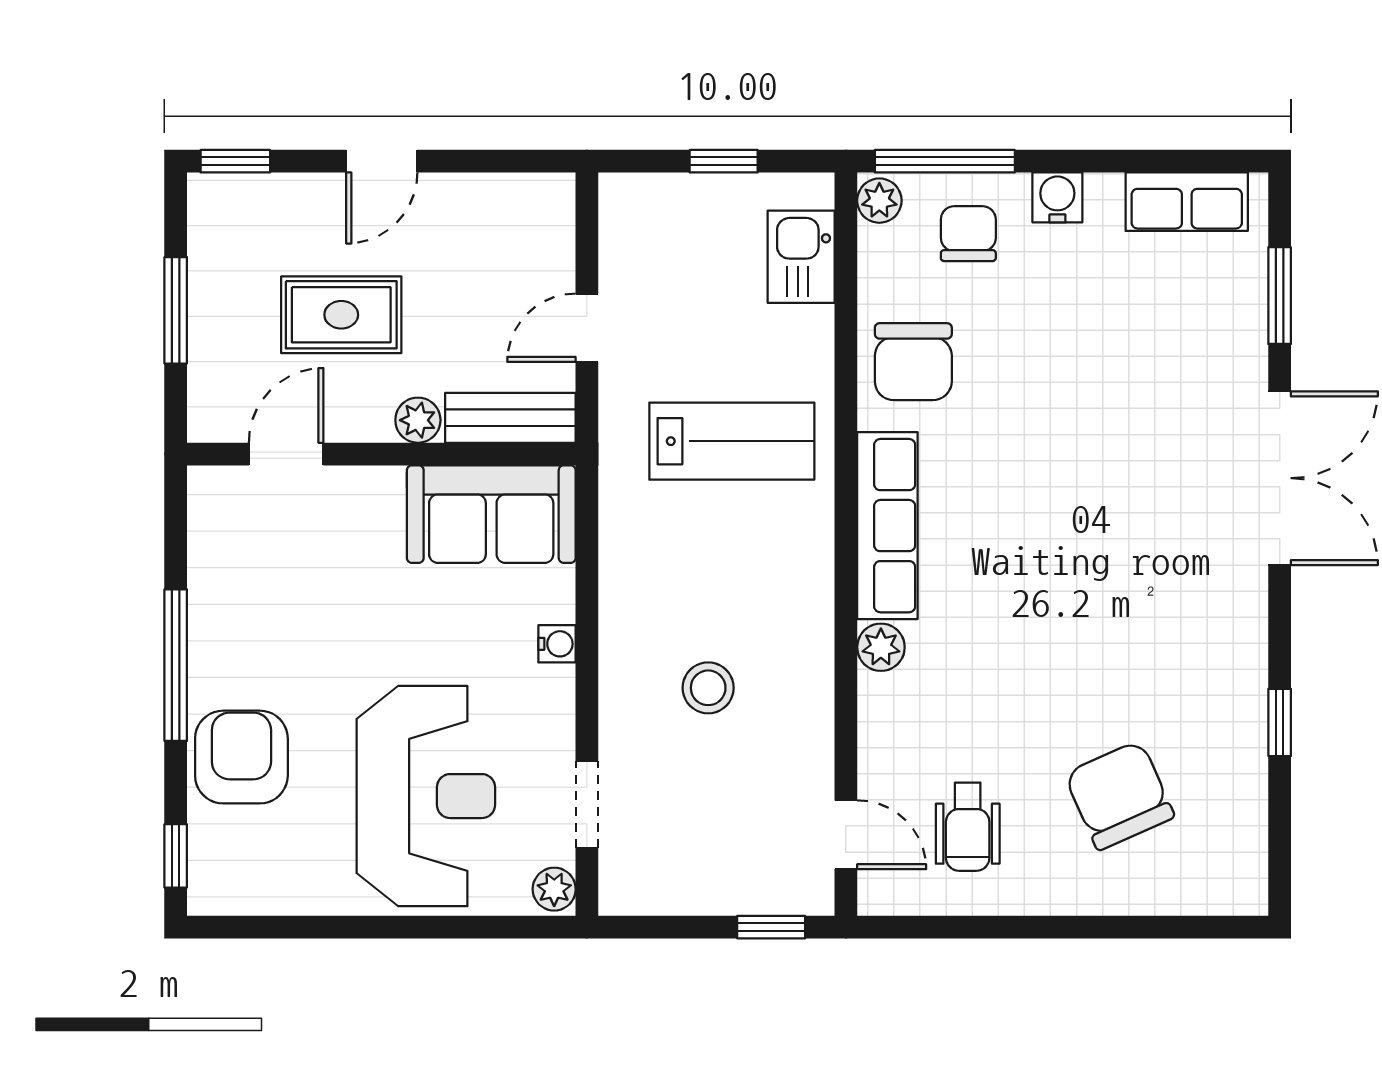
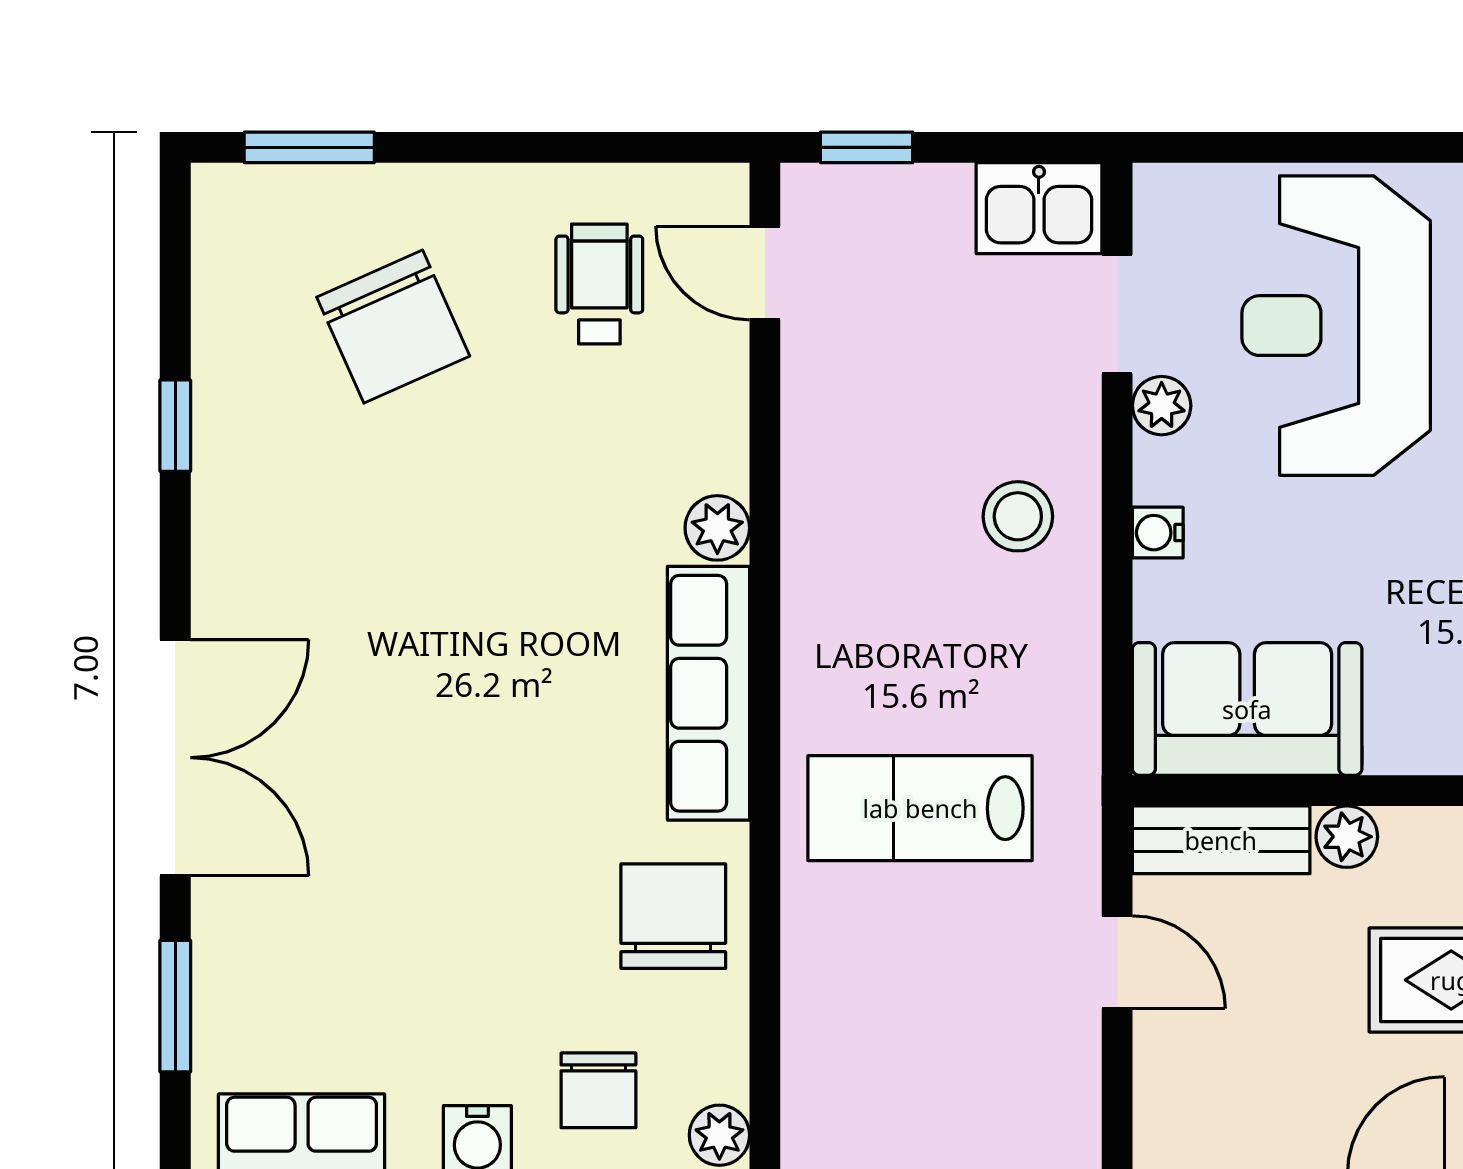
kitchen sink: (801, 257) -> (1039, 208), moved, turned 90
door: (587, 328) -> (1117, 962), hinge flipped
double door: (1280, 478) -> (175, 758), swing flipped
stool: (708, 688) -> (1018, 516), moved
plant: (554, 889) -> (1162, 406), moved
window: (1181, 927) -> (309, 147), added

